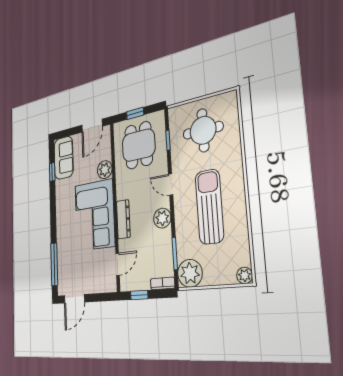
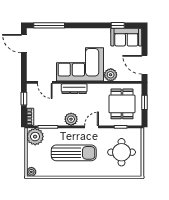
dining table: (139, 145) -> (122, 104), turned 90

